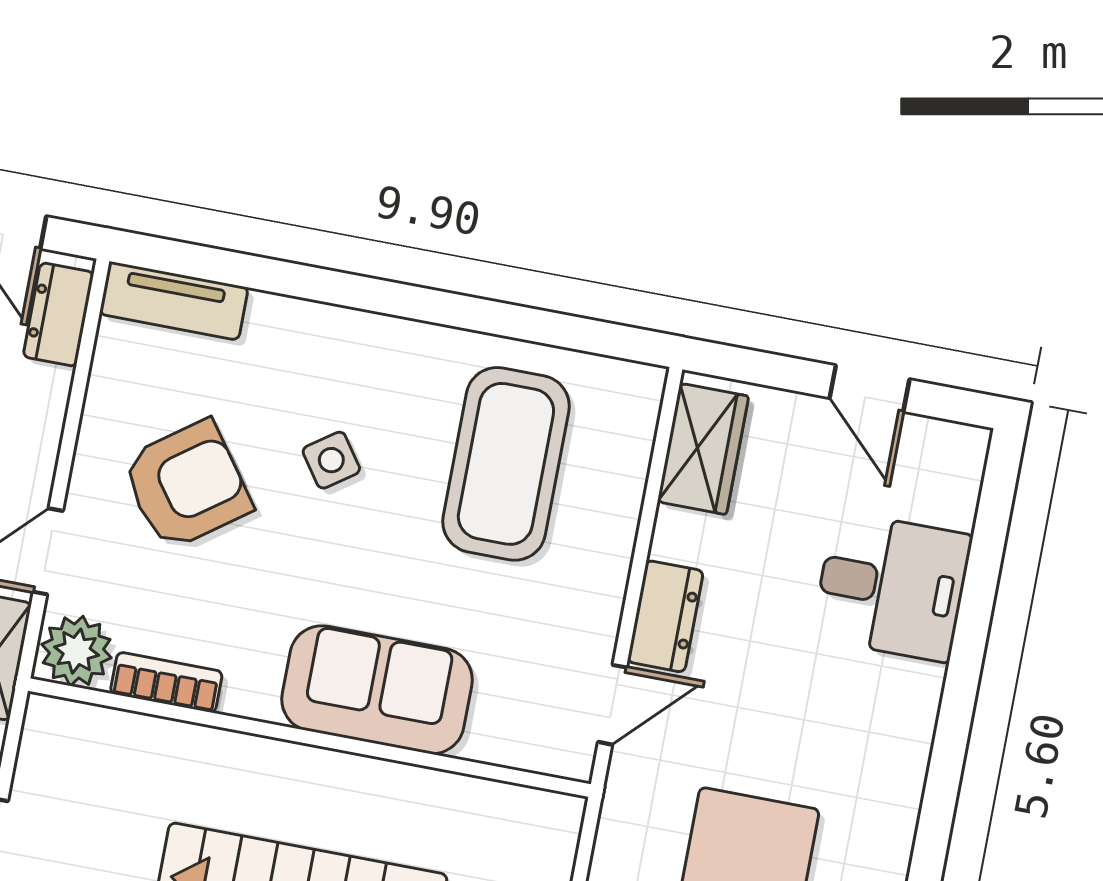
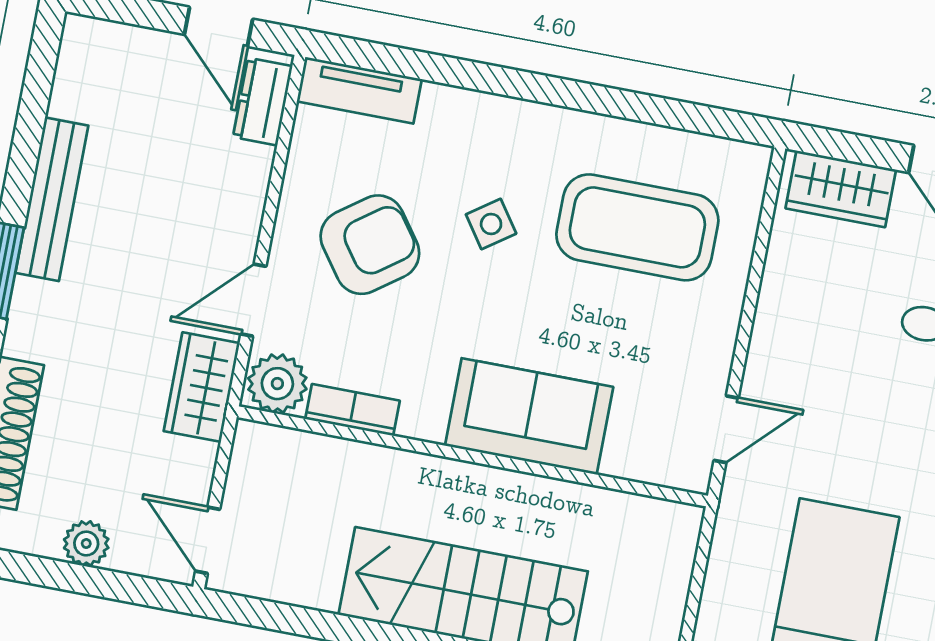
wardrobe: (703, 449) -> (841, 189), moved, turned 90
coffee table: (506, 464) -> (637, 227), turned 90
dresser: (665, 616) -> (771, 355), removed

